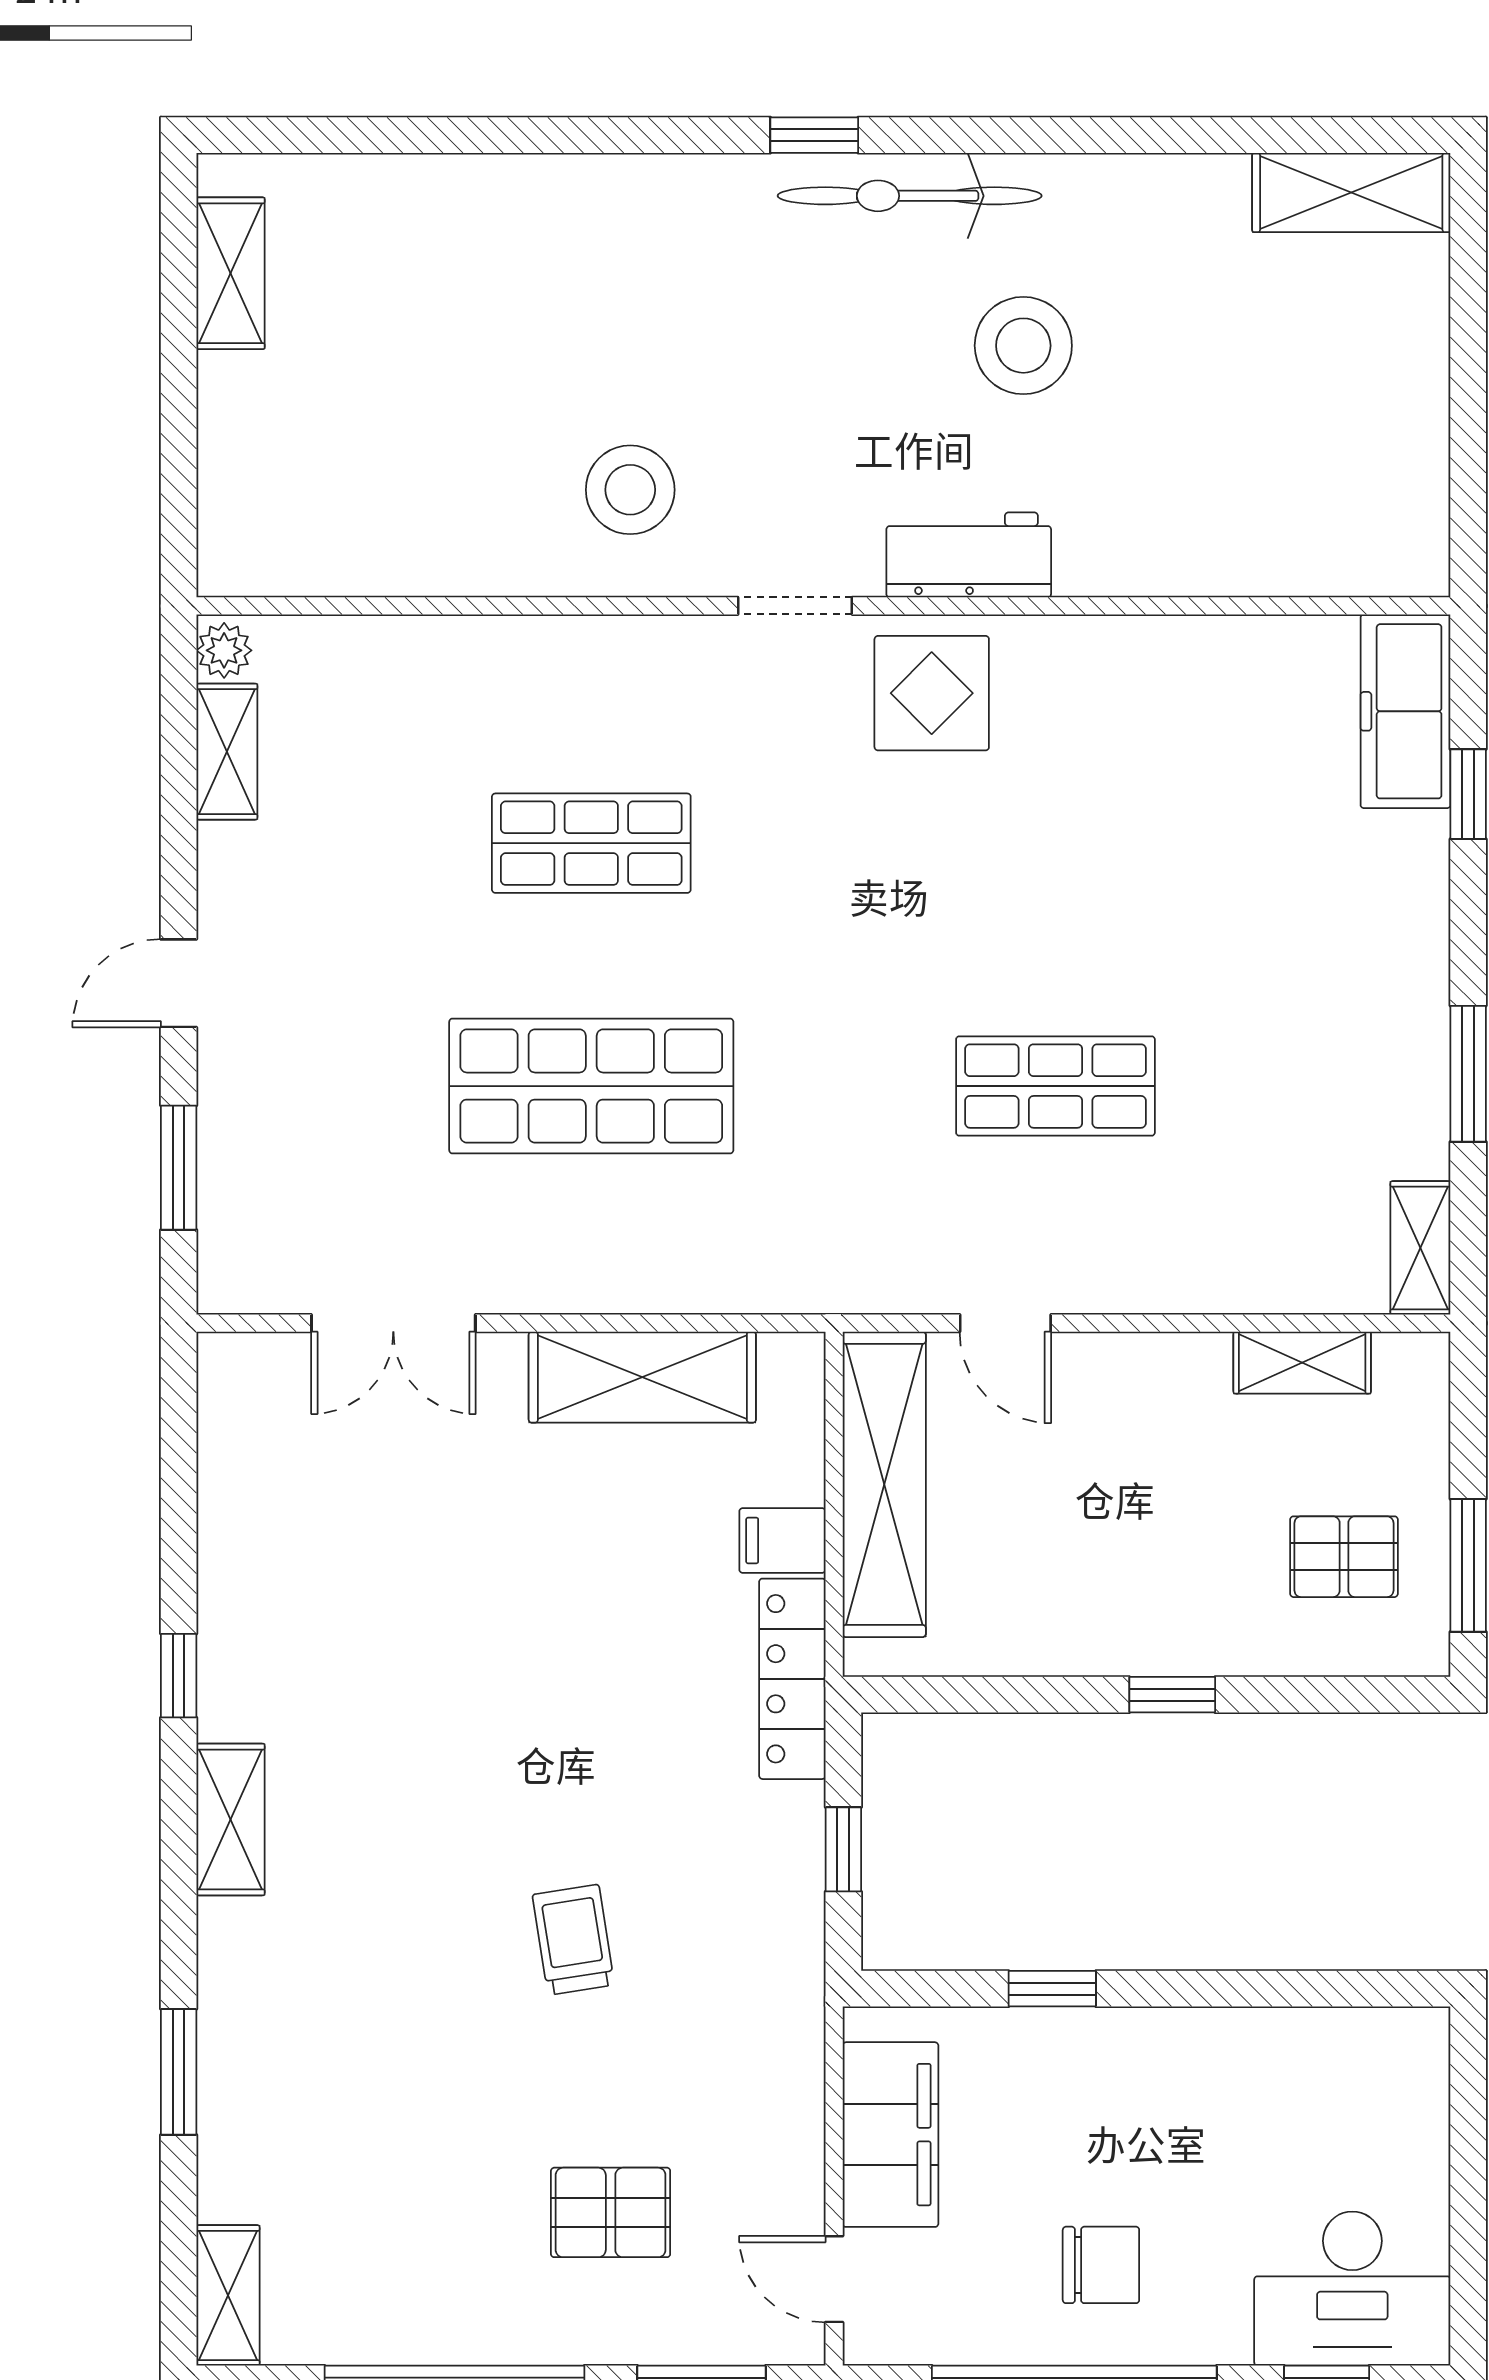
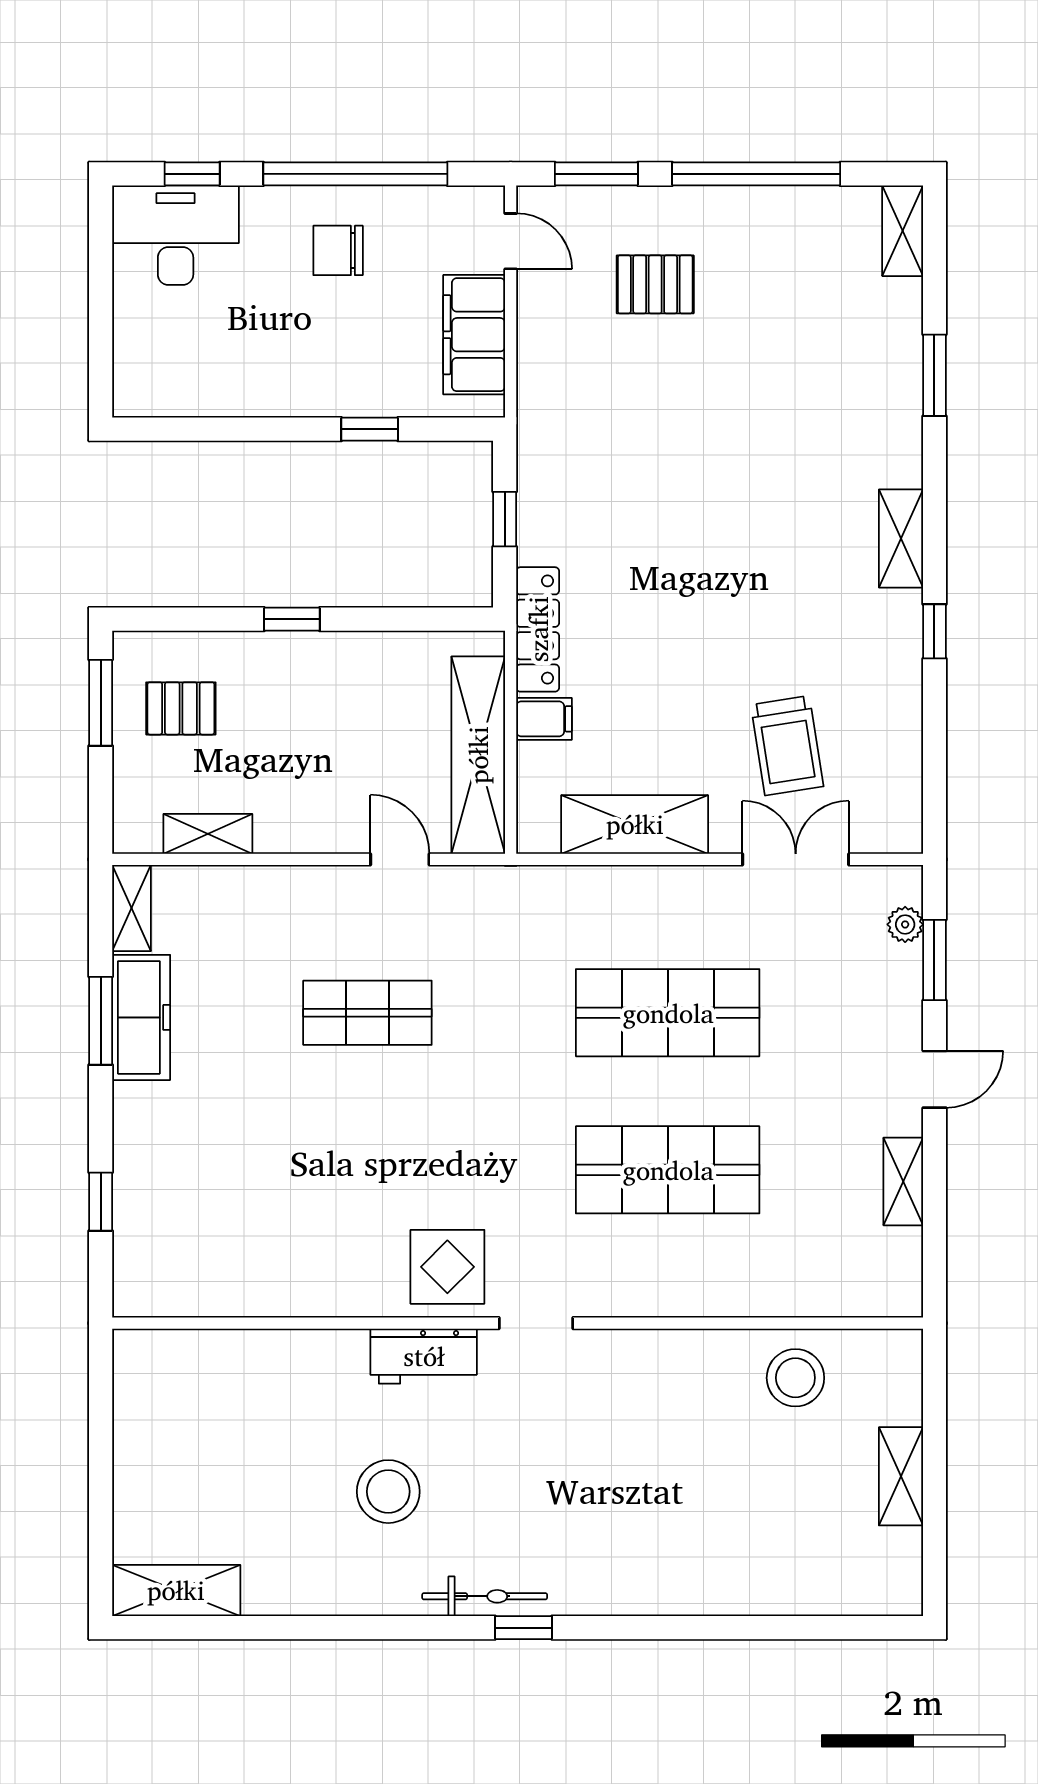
bicycle: (910, 196) -> (485, 1596), width x0.73, depth x0.71
shelving: (231, 273) -> (901, 1476), moved
stool: (630, 490) -> (795, 1378), moved
plant: (224, 650) -> (905, 924), moved
freezer: (1405, 711) -> (141, 1017), moved
shelving: (227, 752) -> (903, 1181), moved
shop shelf: (591, 843) -> (668, 1170), width x1.43, depth x1.36
trolley: (573, 1940) -> (787, 746), moved, width x1.36, depth x1.39

